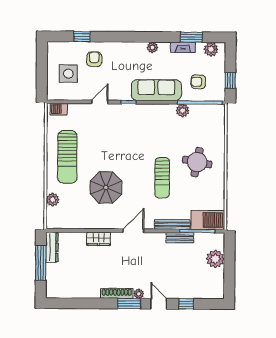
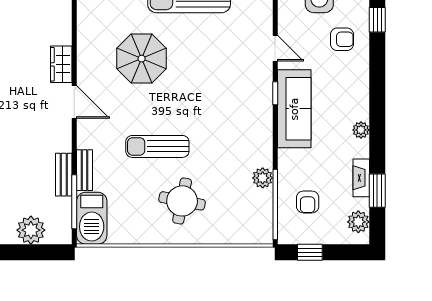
armchair: (198, 82) -> (308, 202), turned 180
sofa: (156, 90) -> (294, 109), moved
bench: (172, 224) -> (84, 170), width x0.73
wardrobe: (99, 239) -> (61, 64), moved

